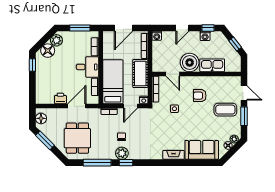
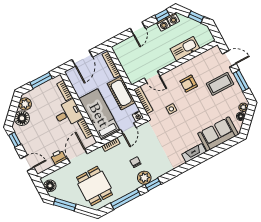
washing machine: (157, 36) -> (173, 19), moved
boiler: (190, 63) -> (162, 57), removed
door: (32, 90) -> (27, 163), added

